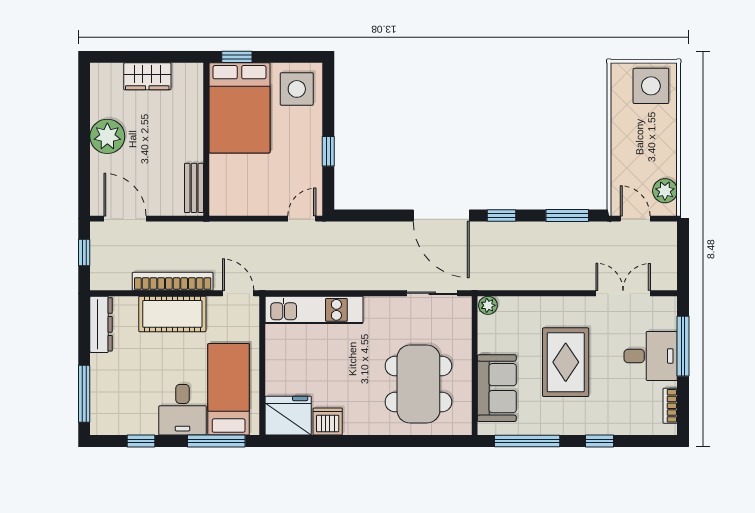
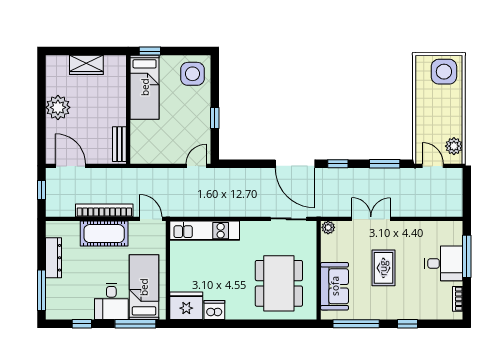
bed: (239, 108) -> (145, 87), width x0.67
double door: (623, 293) -> (371, 219), moved
dresser: (101, 324) -> (53, 258), moved
rug: (566, 362) -> (383, 268), width x0.73, depth x0.70

